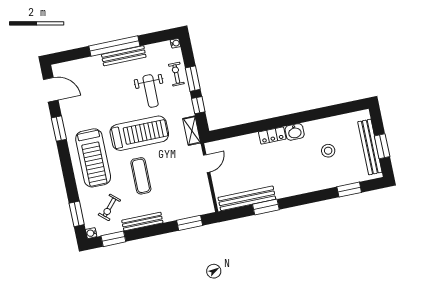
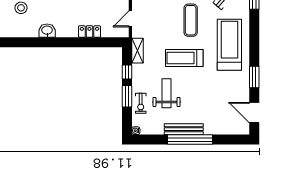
treadmill: (139, 133) -> (184, 58), width x0.73, depth x0.73
locker: (272, 136) -> (89, 32), moved

